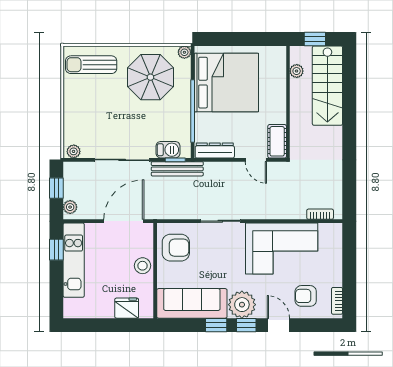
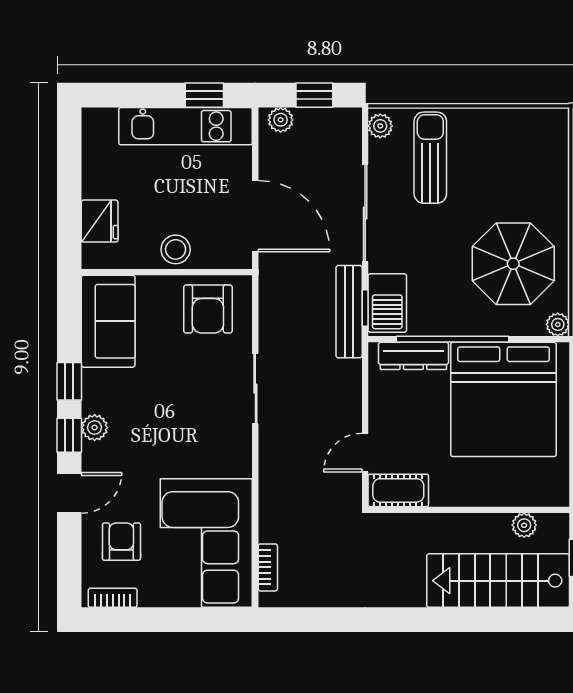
sun lounger: (91, 65) -> (430, 158), moved
barbecue: (168, 150) -> (387, 303), width x1.38, depth x1.27
dresser: (215, 151) -> (413, 356), moved, turned 90
corner sofa: (282, 249) -> (206, 543), moved
sofa: (192, 303) -> (108, 321), width x0.73
plant: (242, 305) -> (95, 428), width x0.53, depth x0.53

